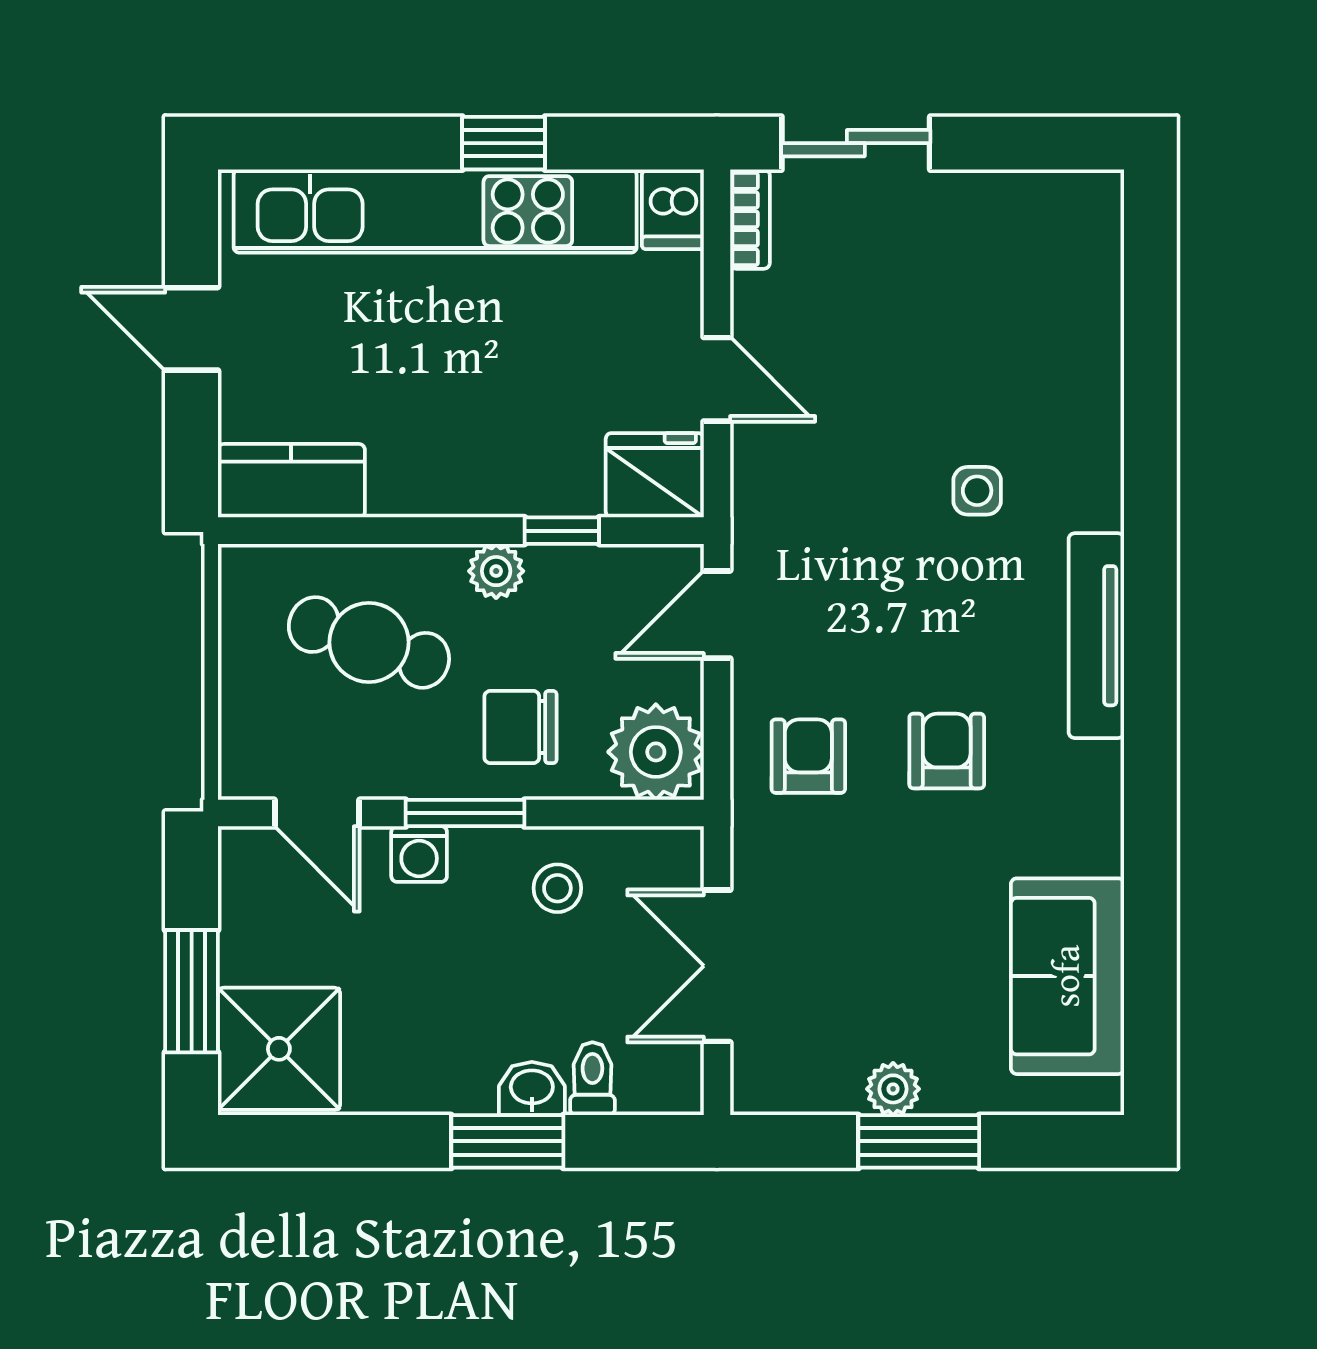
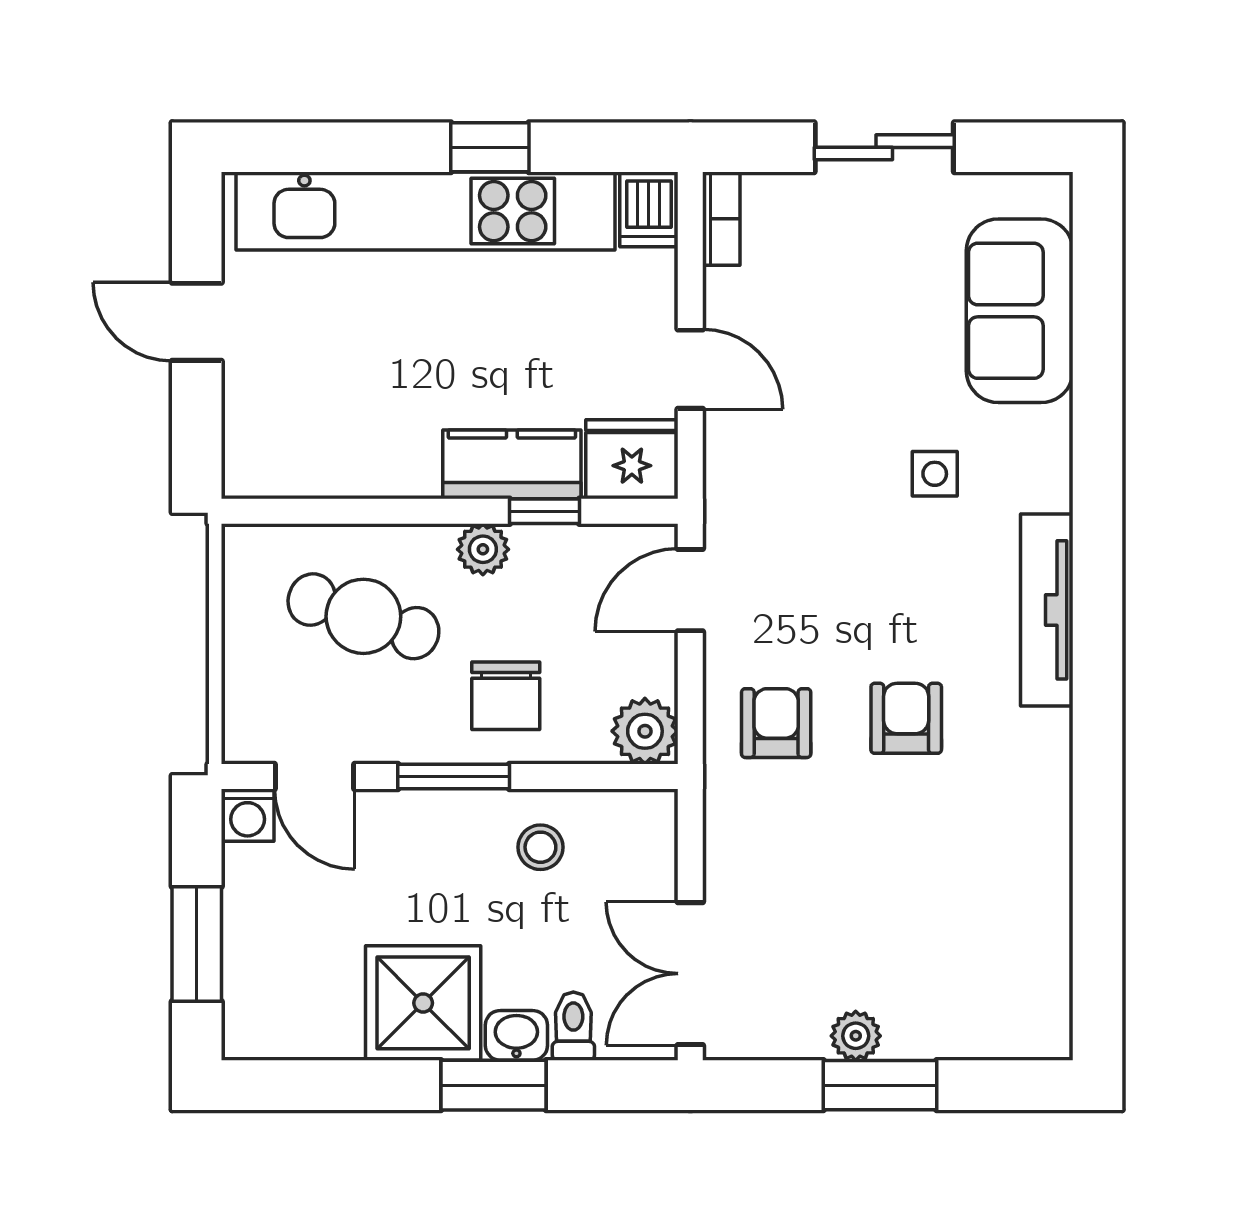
sliding door: (856, 143) -> (884, 147), moved
kitchen counter: (291, 481) -> (512, 464), moved
chair: (520, 727) -> (506, 696), turned -90
plant: (656, 752) -> (645, 731), width x0.73, depth x0.73
washing machine: (419, 854) -> (248, 815), moved
double door: (717, 966) -> (690, 974), moved
sofa: (1068, 976) -> (1020, 311), moved
shower: (279, 1049) -> (423, 1003), moved

